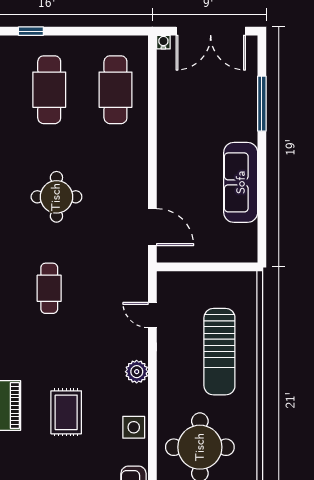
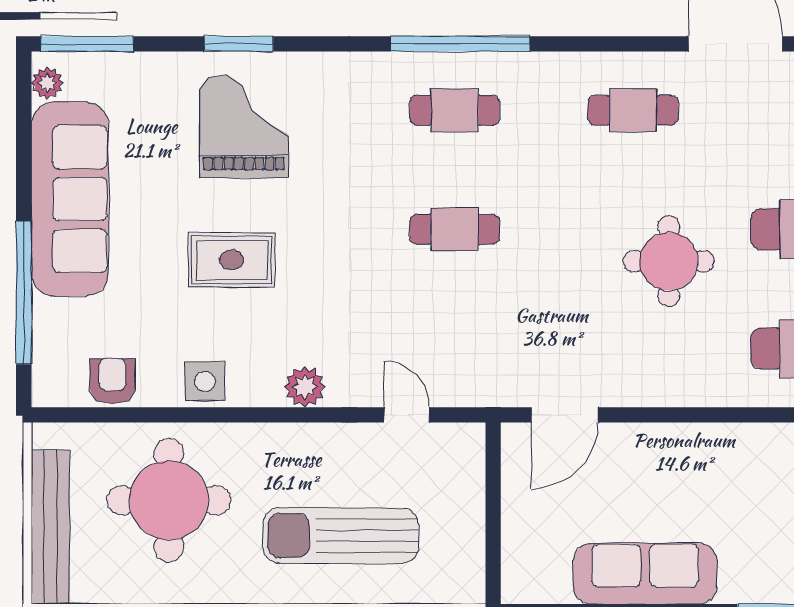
round table: (56, 197) -> (669, 261), moved
door: (152, 315) -> (407, 415), hinge flipped

